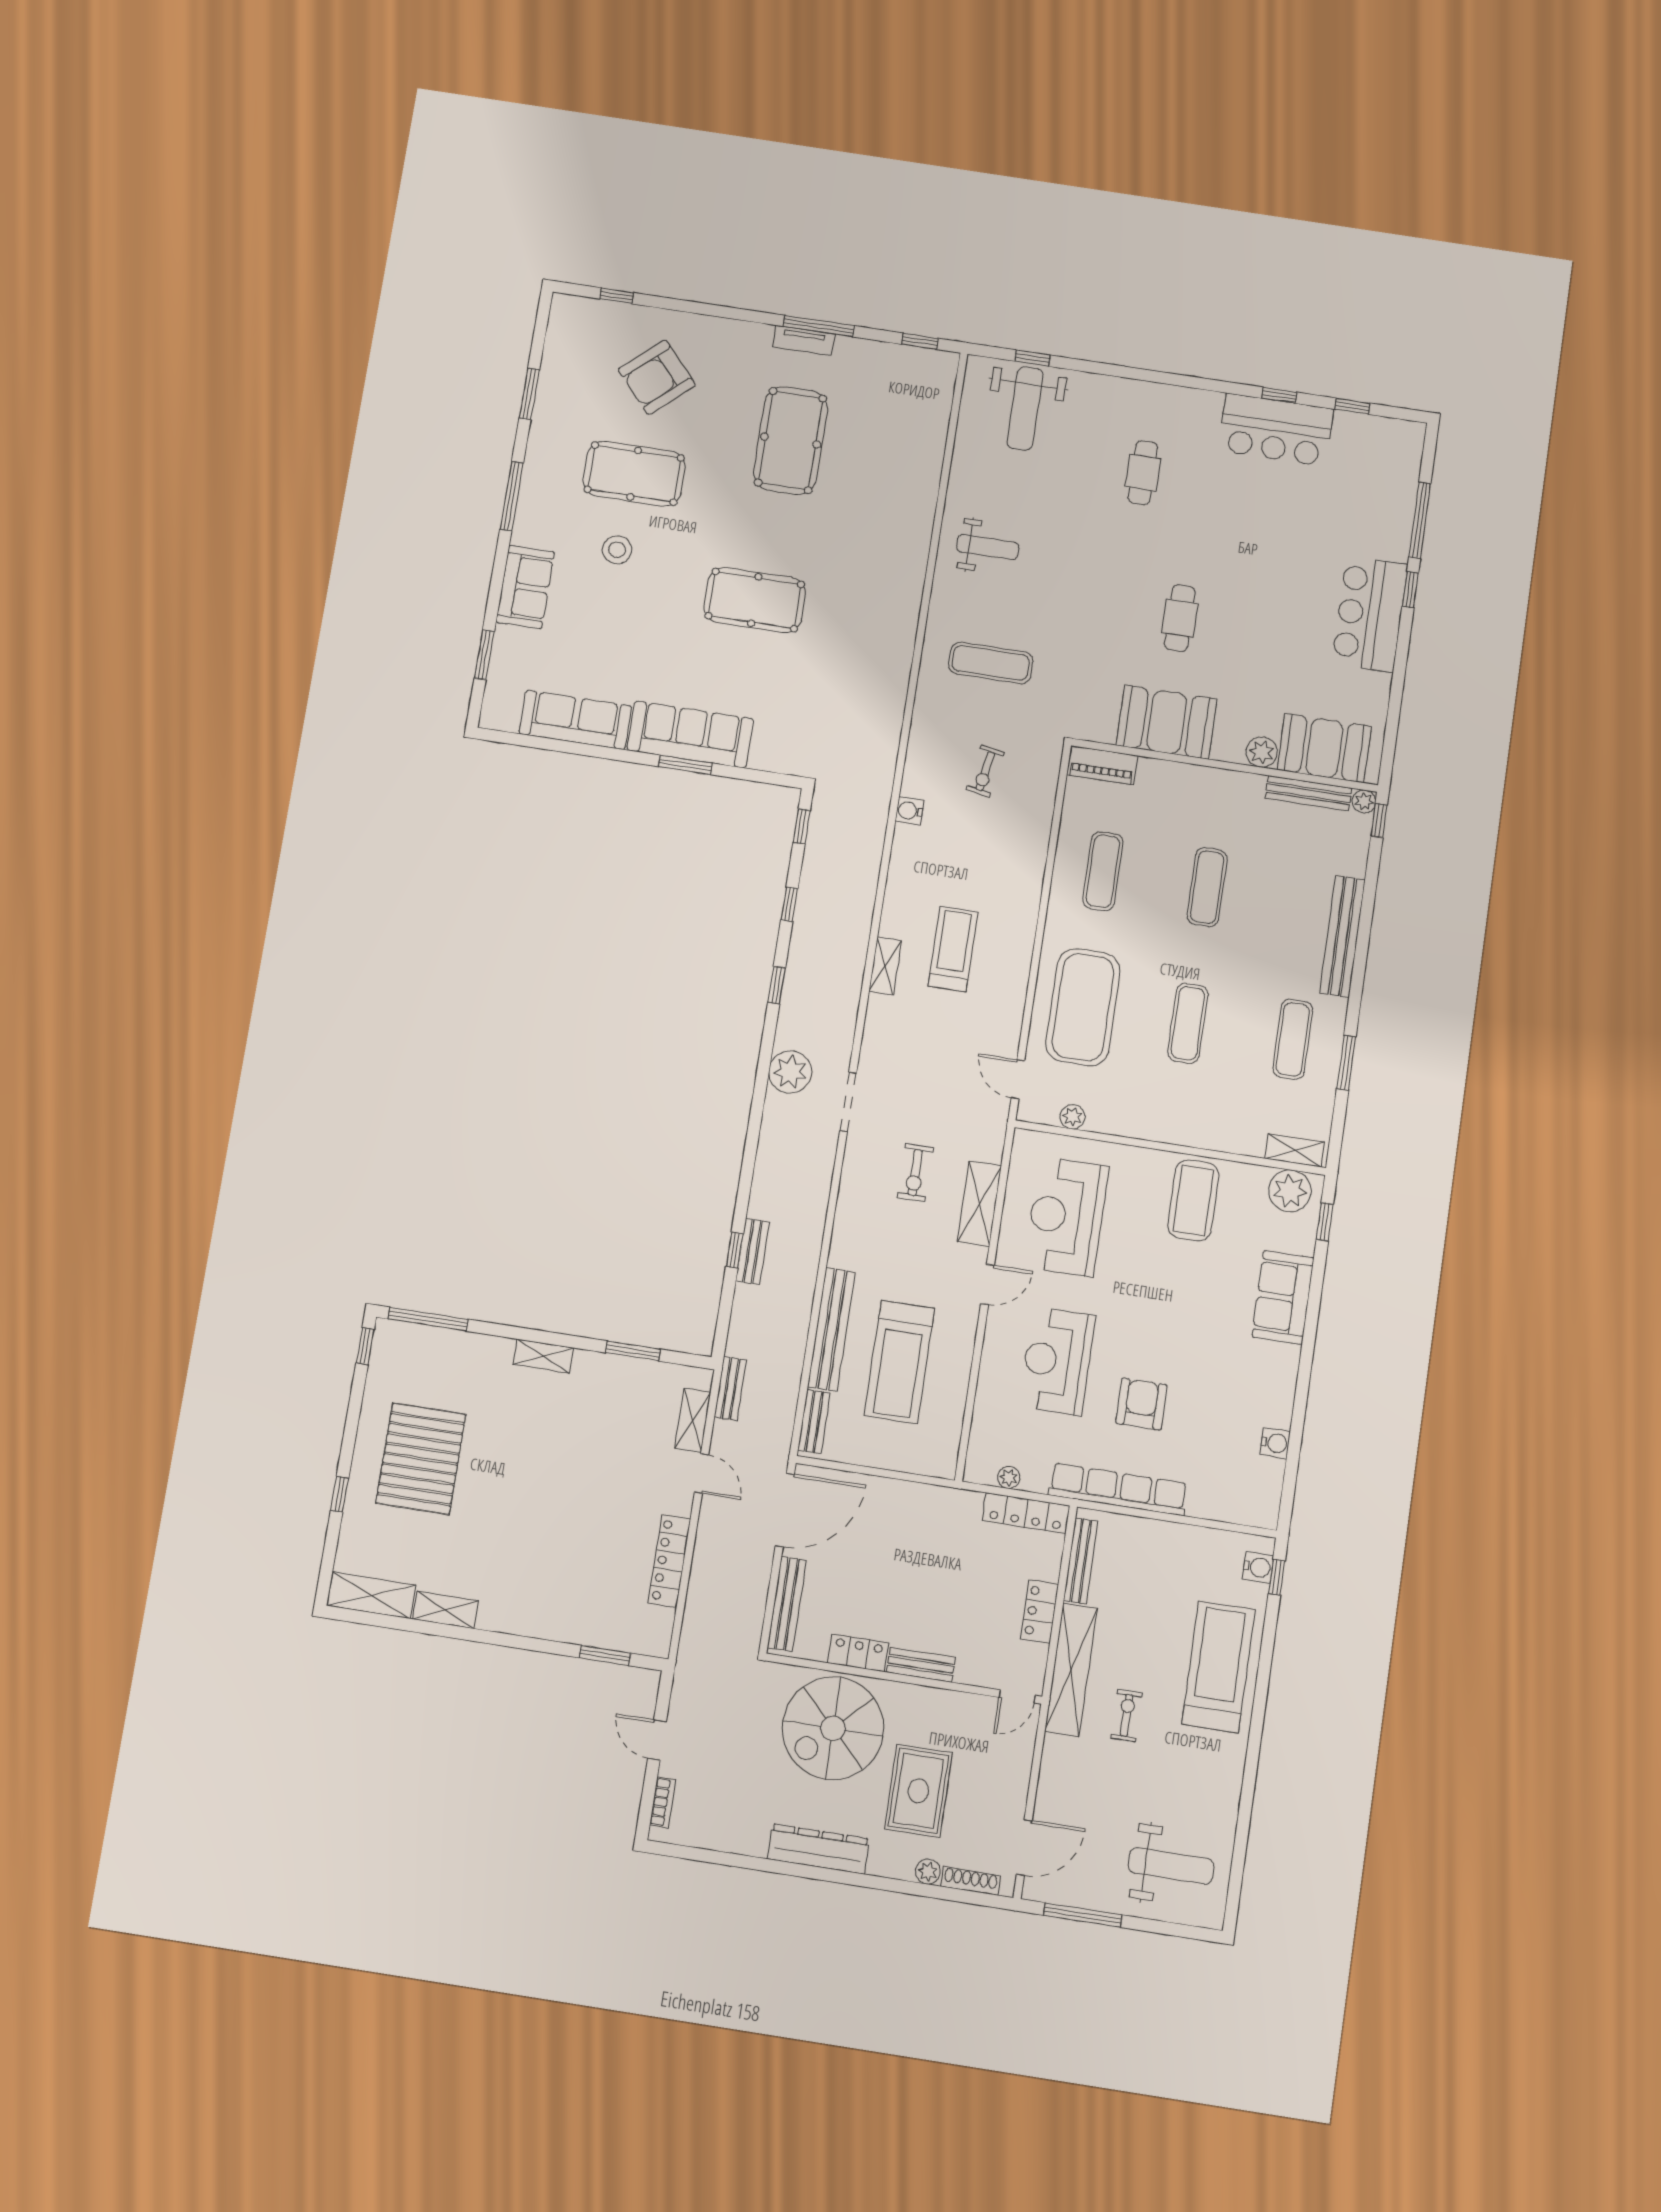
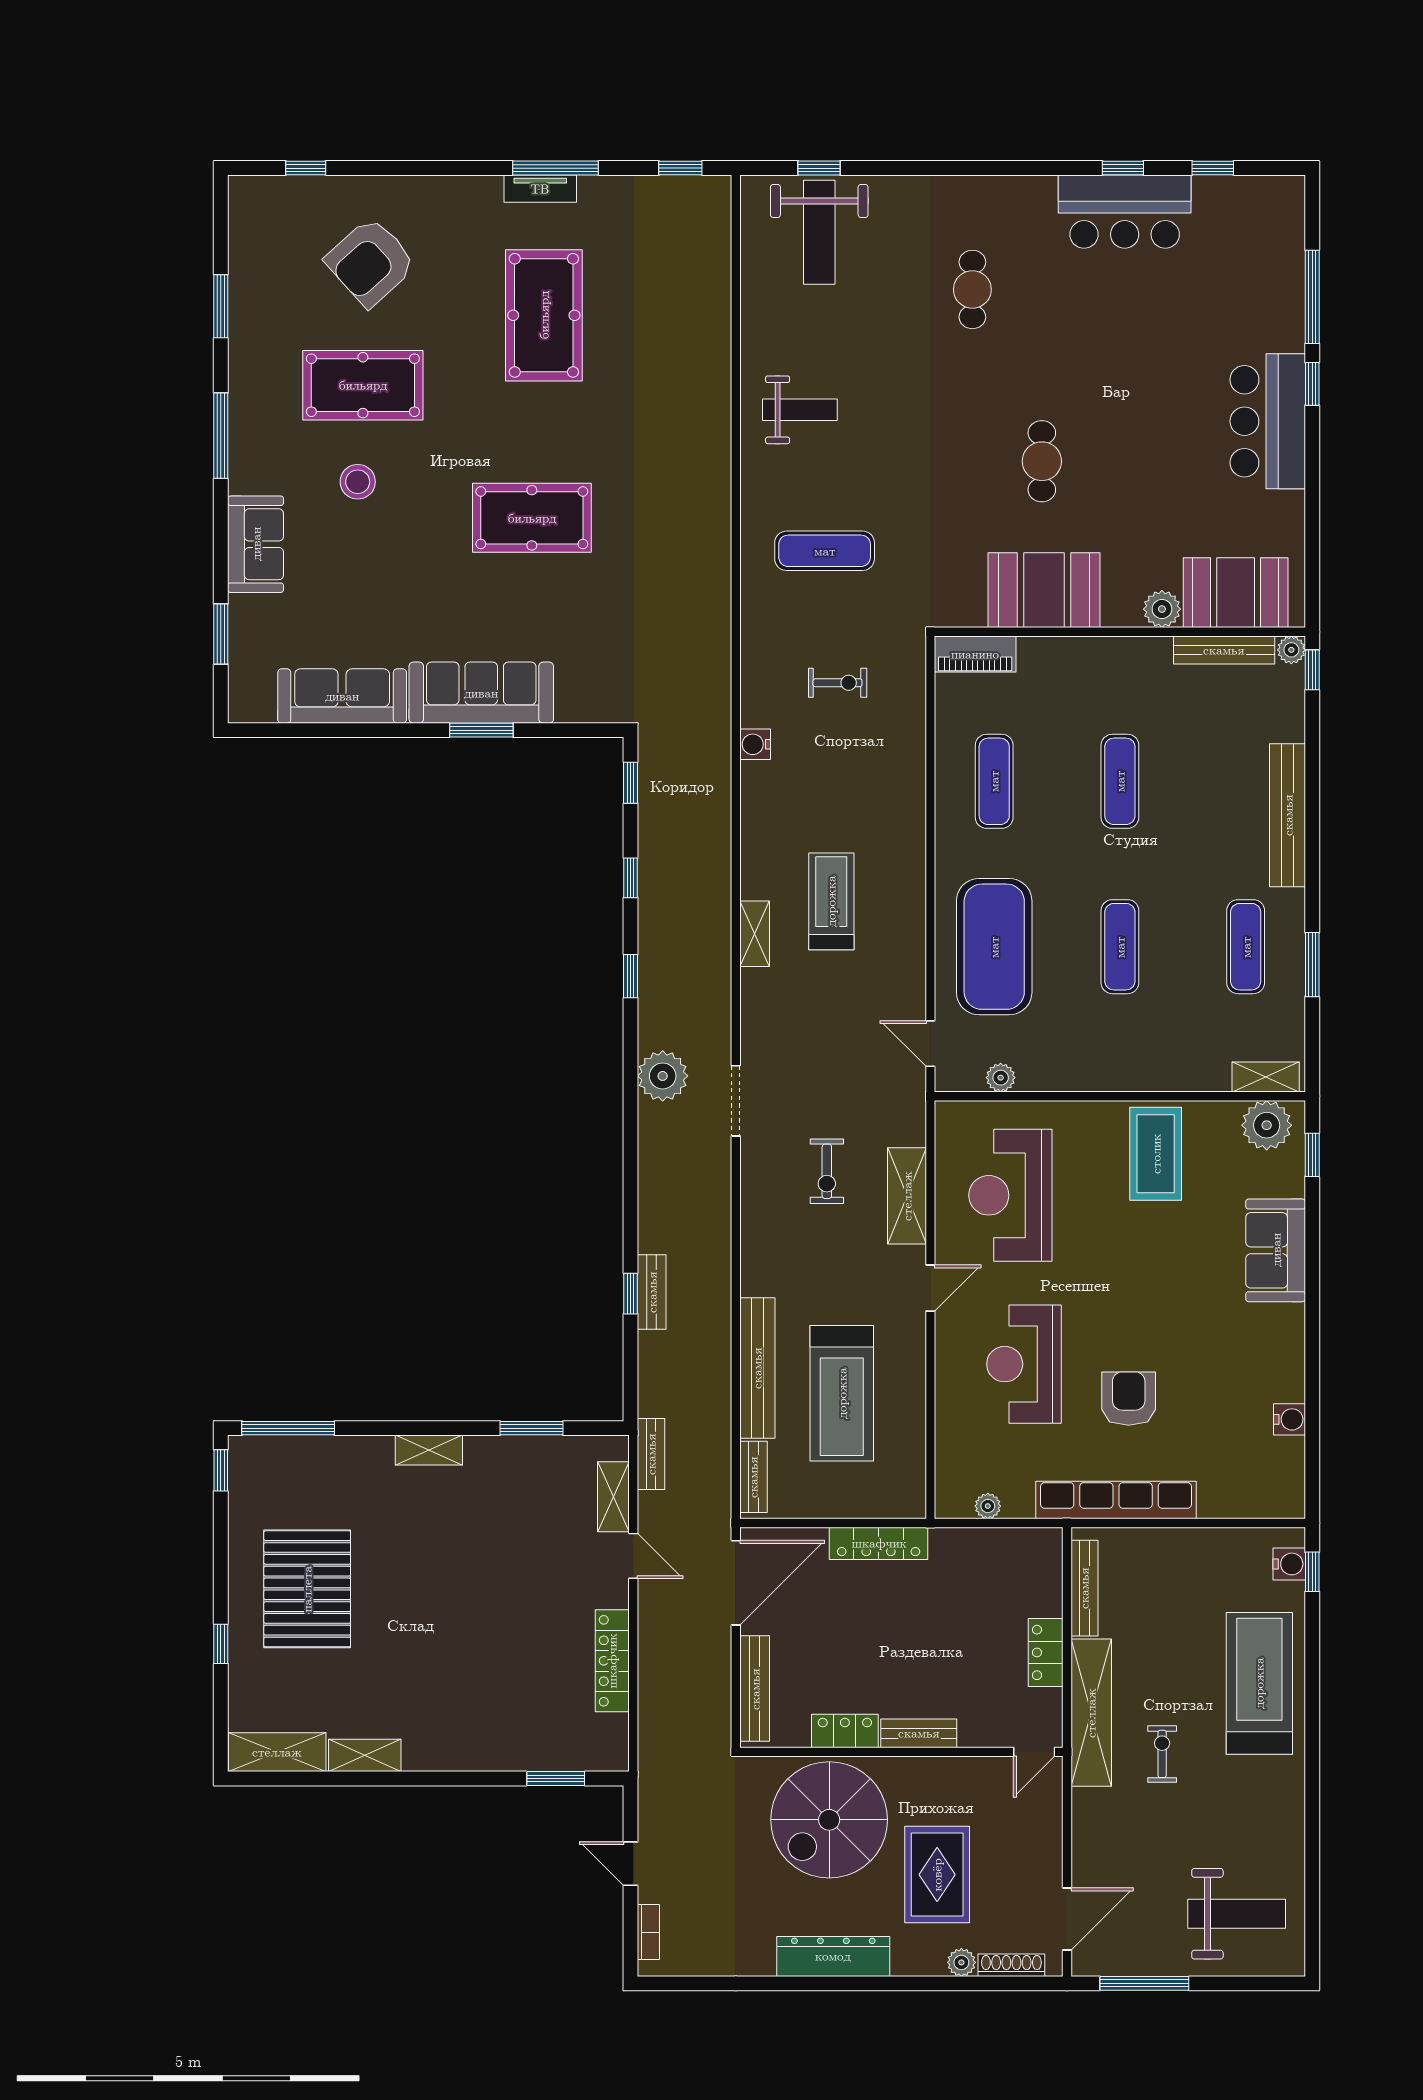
exercise bike: (985, 771) -> (838, 683), turned -100
locker: (1026, 1513) -> (879, 1543), moved

